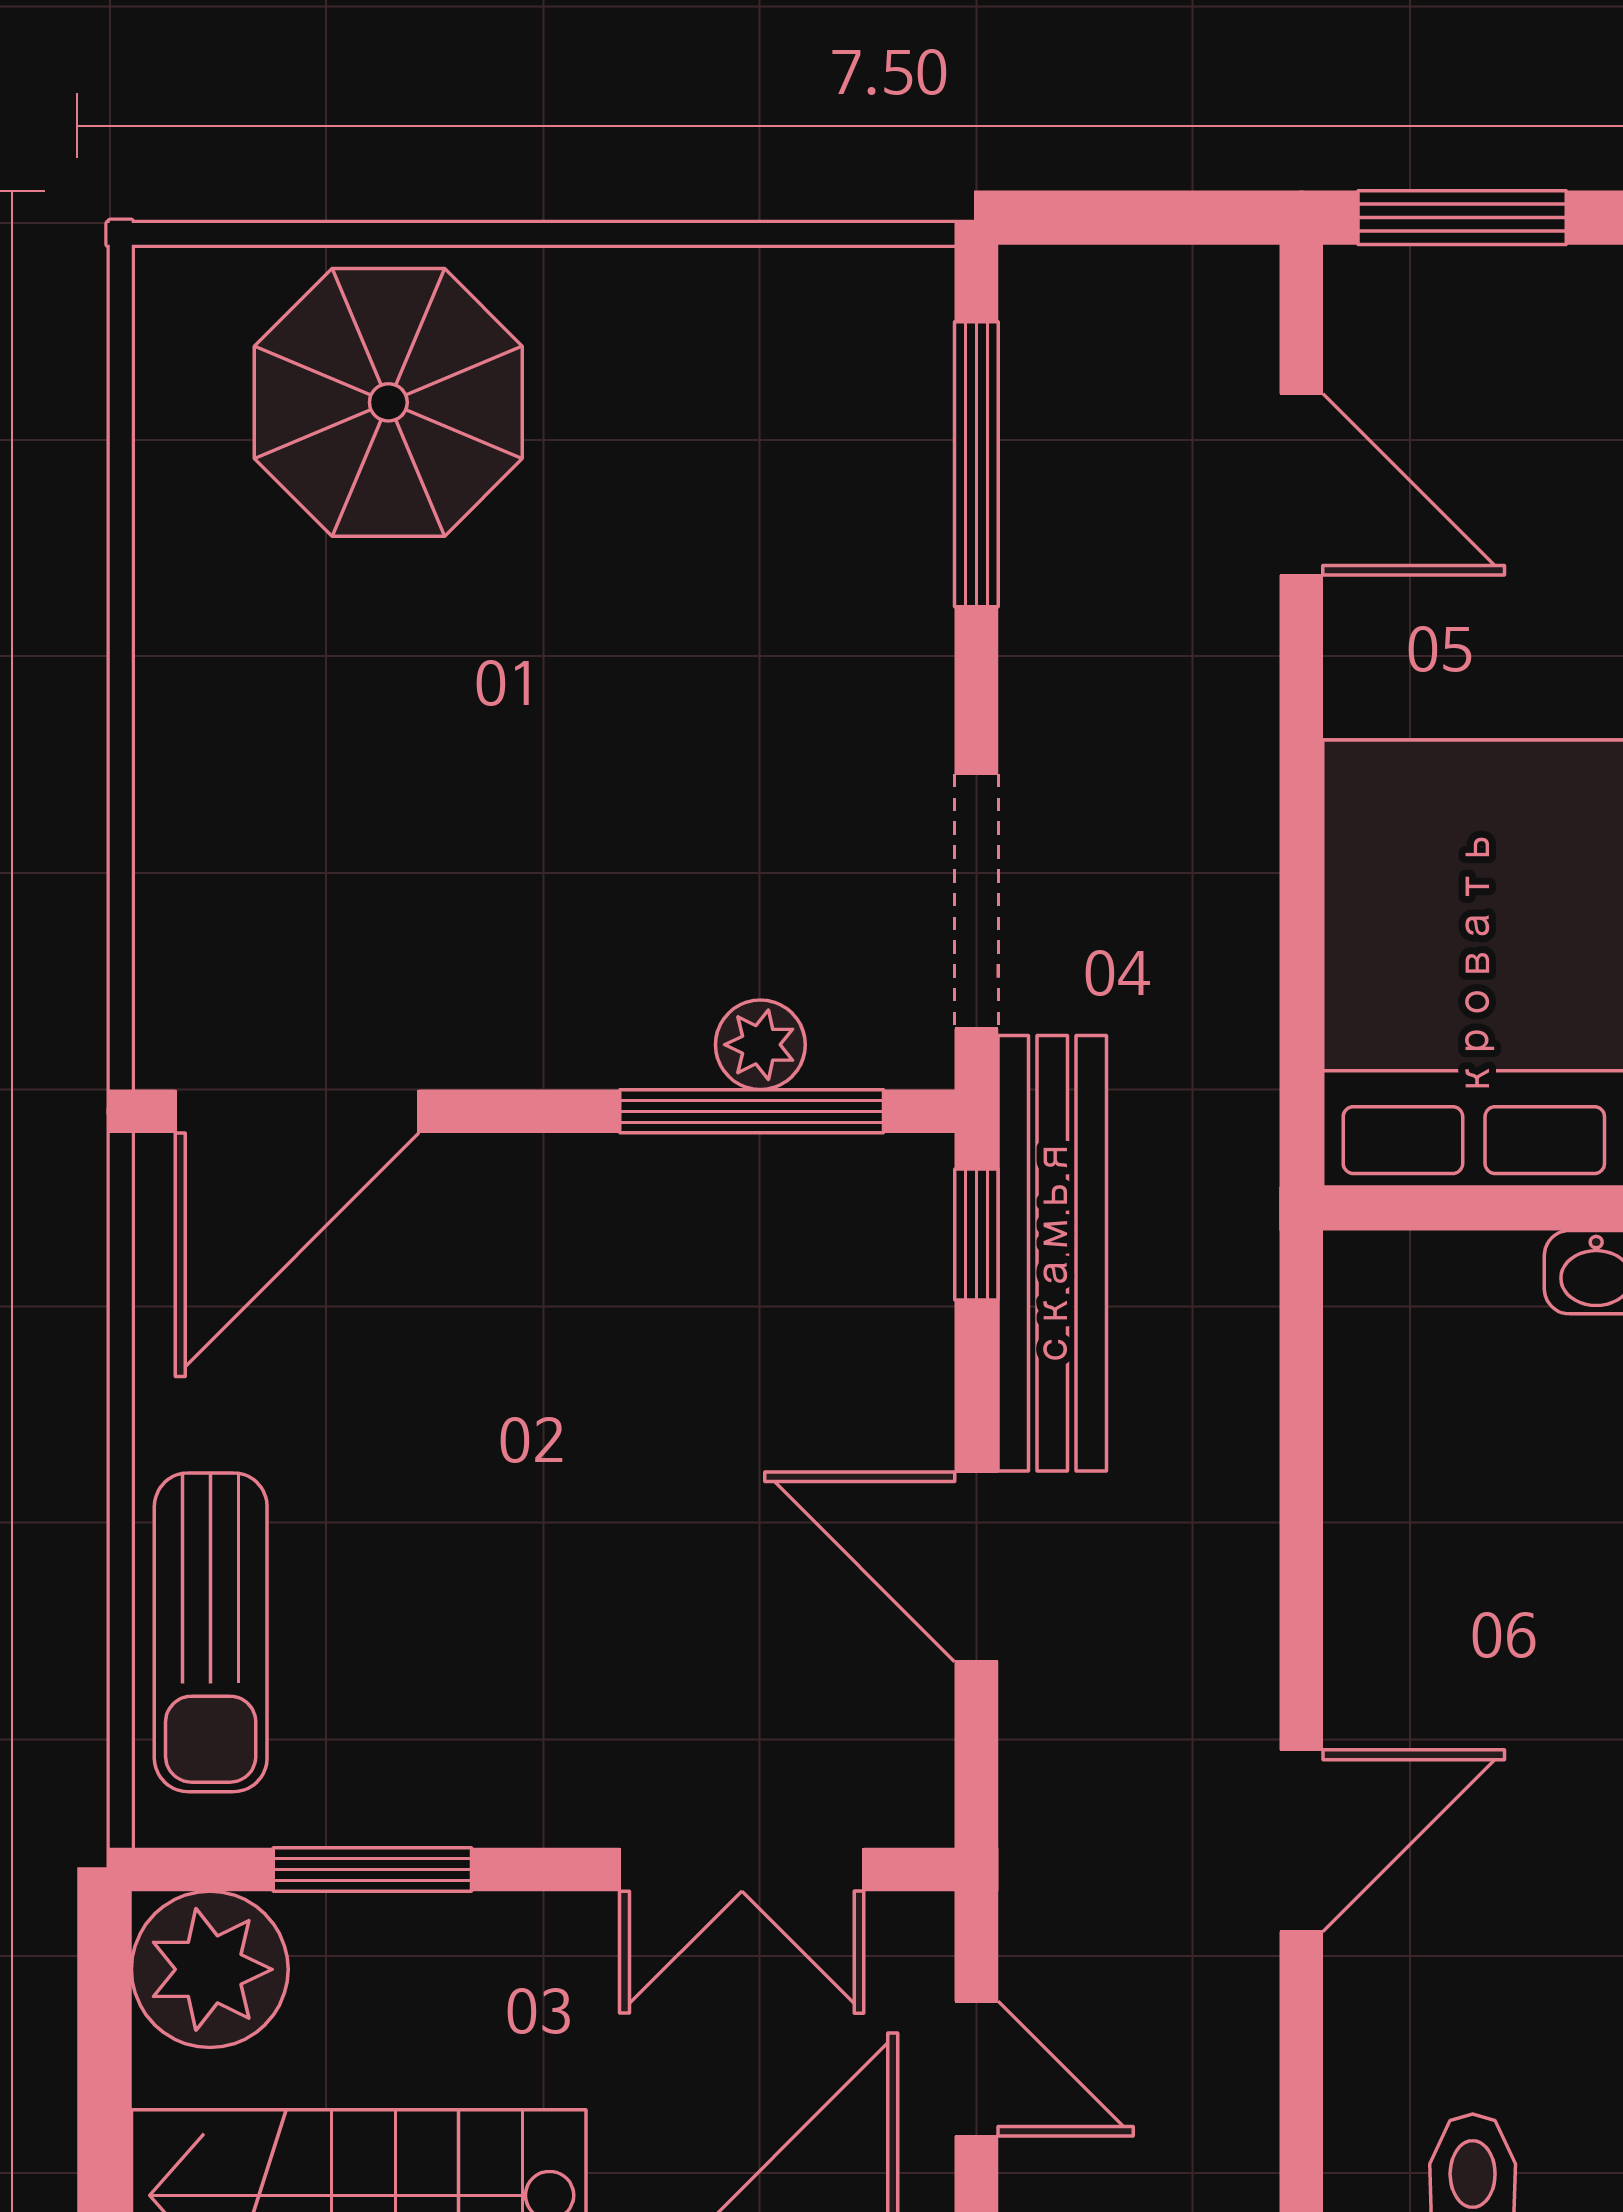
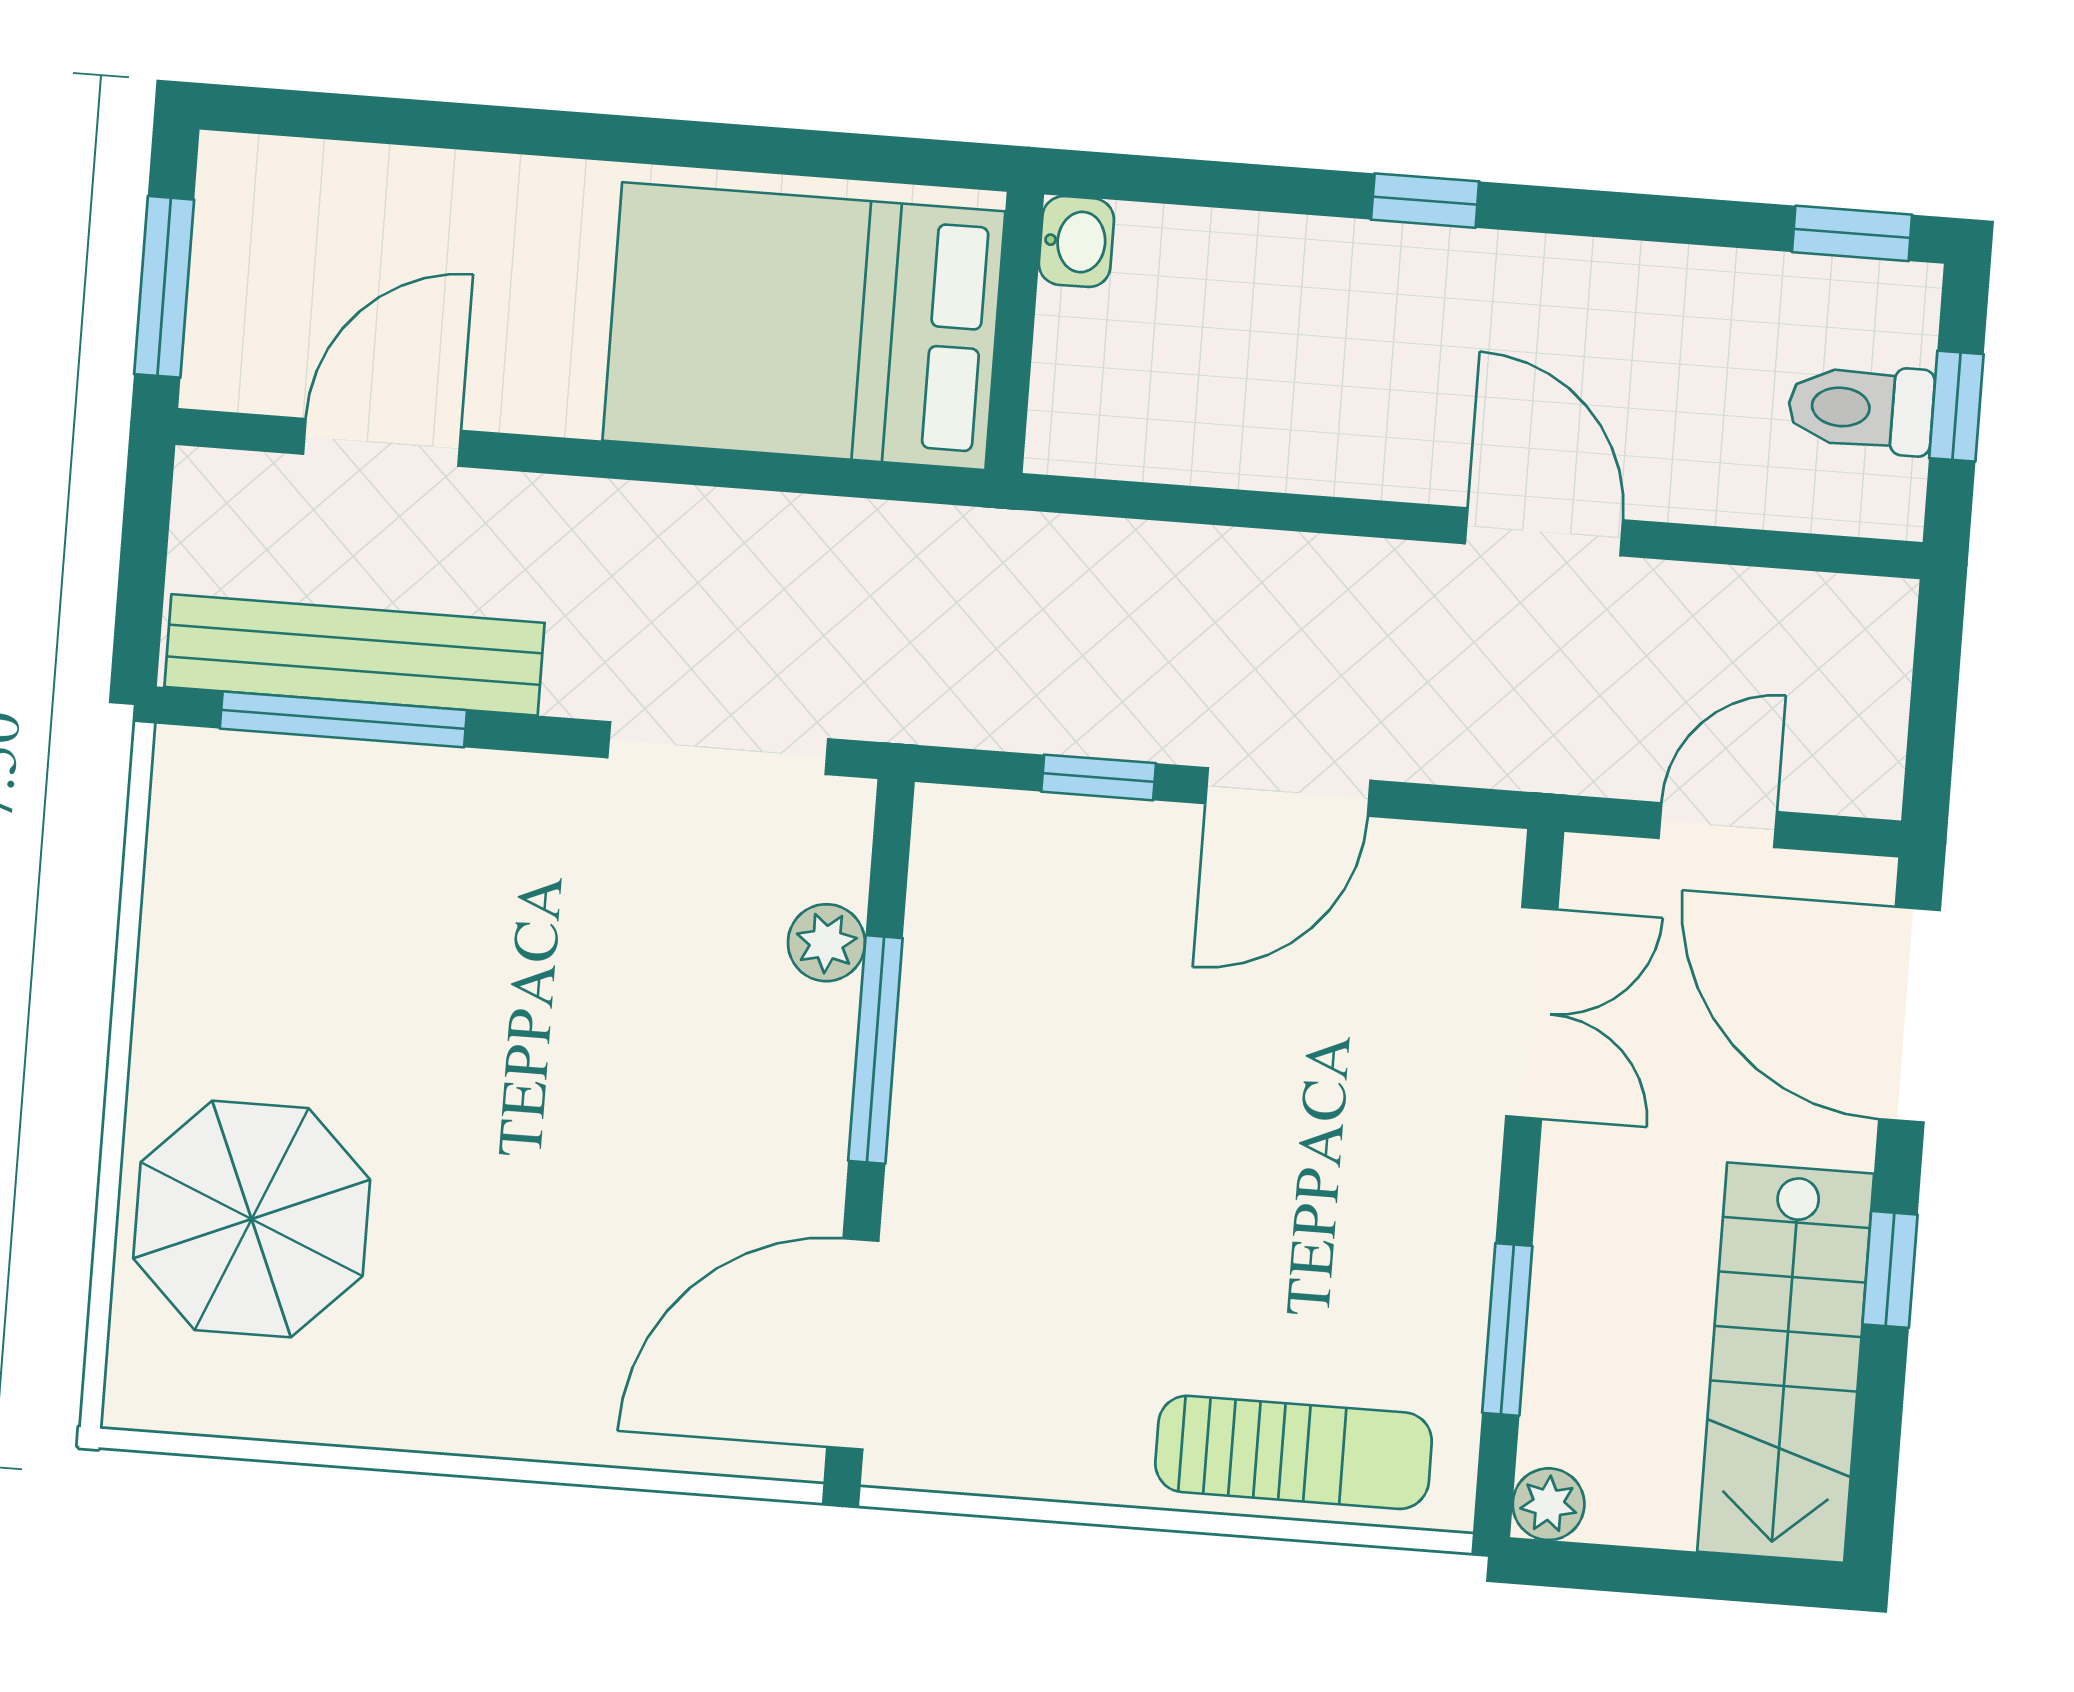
door: (297, 1111) -> (853, 1344), swing flipped
window: (752, 1111) -> (875, 1050), moved
window: (976, 1234) -> (1099, 777), moved
bench: (1052, 1253) -> (355, 655), moved
plant: (210, 1969) -> (1549, 1504), width x0.53, depth x0.53

